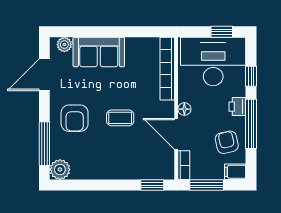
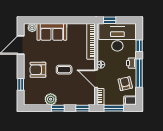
window: (222, 32) -> (110, 20), moved
armchair: (75, 118) -> (38, 70), turned 90
window: (44, 144) -> (21, 84), width x0.46
plant: (60, 169) -> (51, 99), moved
window: (109, 185) -> (58, 108), added

